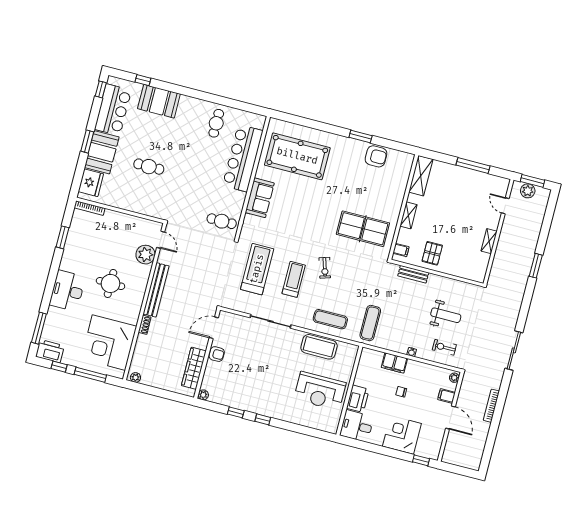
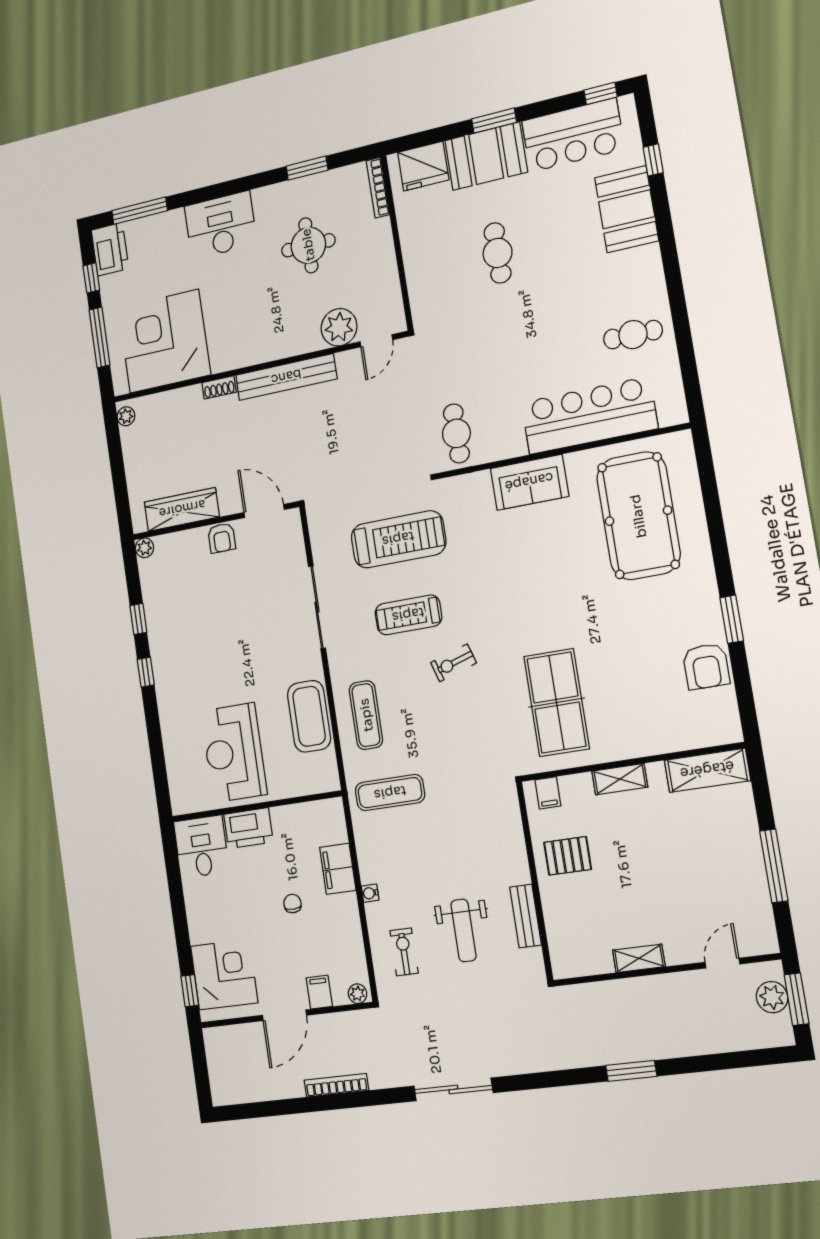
bench: (413, 274) -> (525, 916), moved
treadmill: (294, 279) -> (408, 615), turned 180
round table: (110, 283) -> (308, 245), moved
corner desk: (402, 435) -> (224, 974), moved

